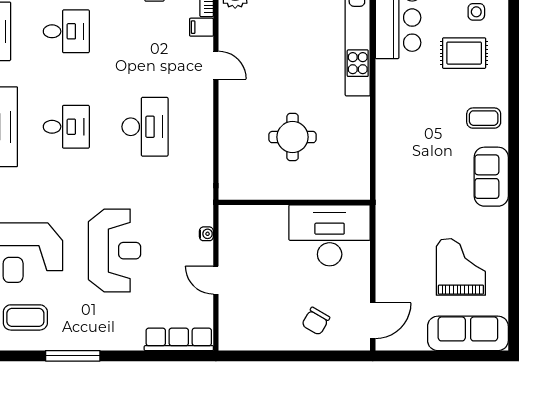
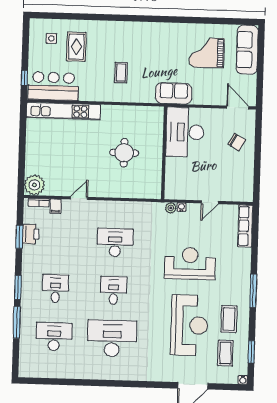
coffee table: (484, 118) -> (121, 73), moved
sofa: (491, 177) -> (174, 93), moved, turned 180
plant: (205, 216) -> (171, 208), added

